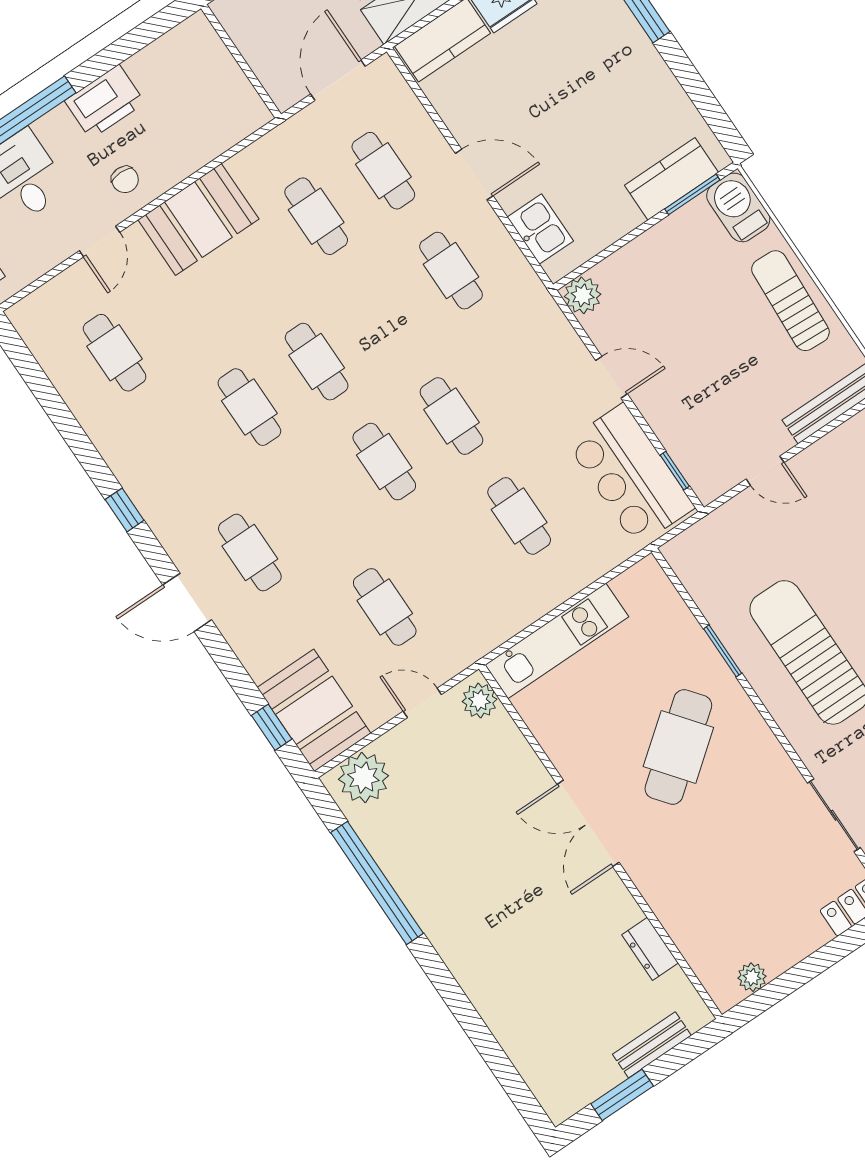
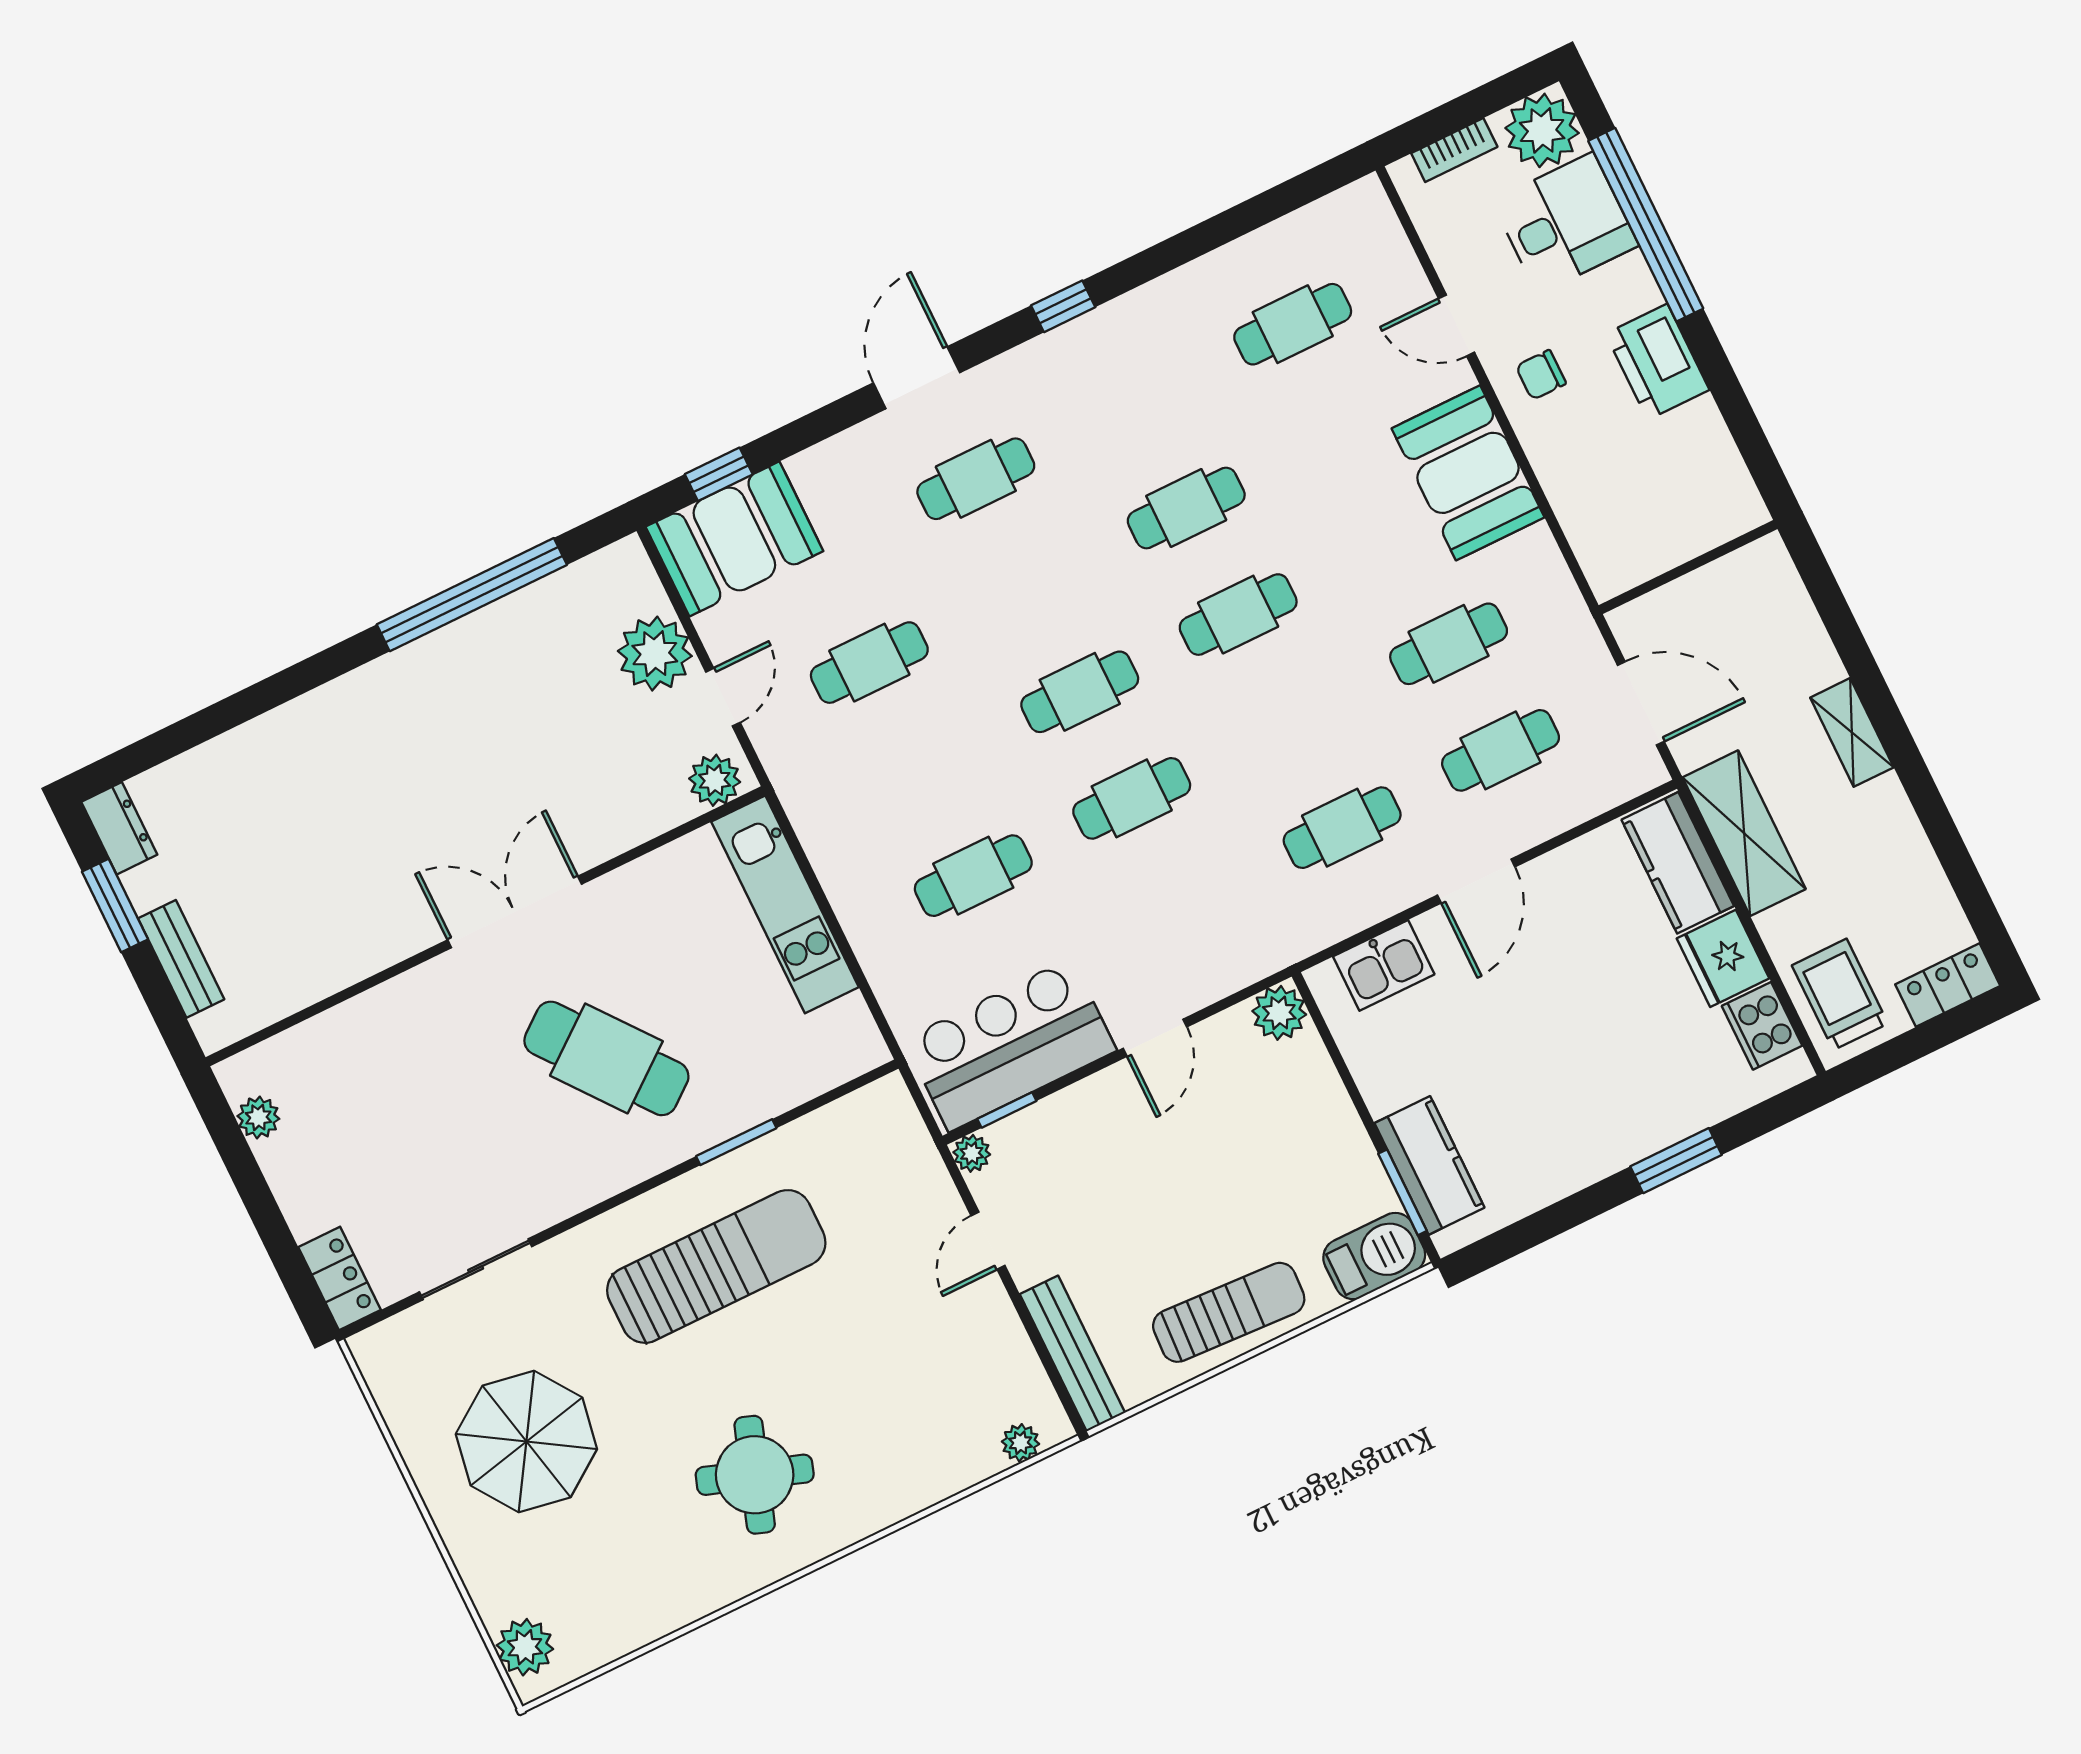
plant: (707, 490) -> (972, 1153), added
plant: (363, 778) -> (655, 654), moved
dresser: (650, 949) -> (119, 828), moved, turned 90

